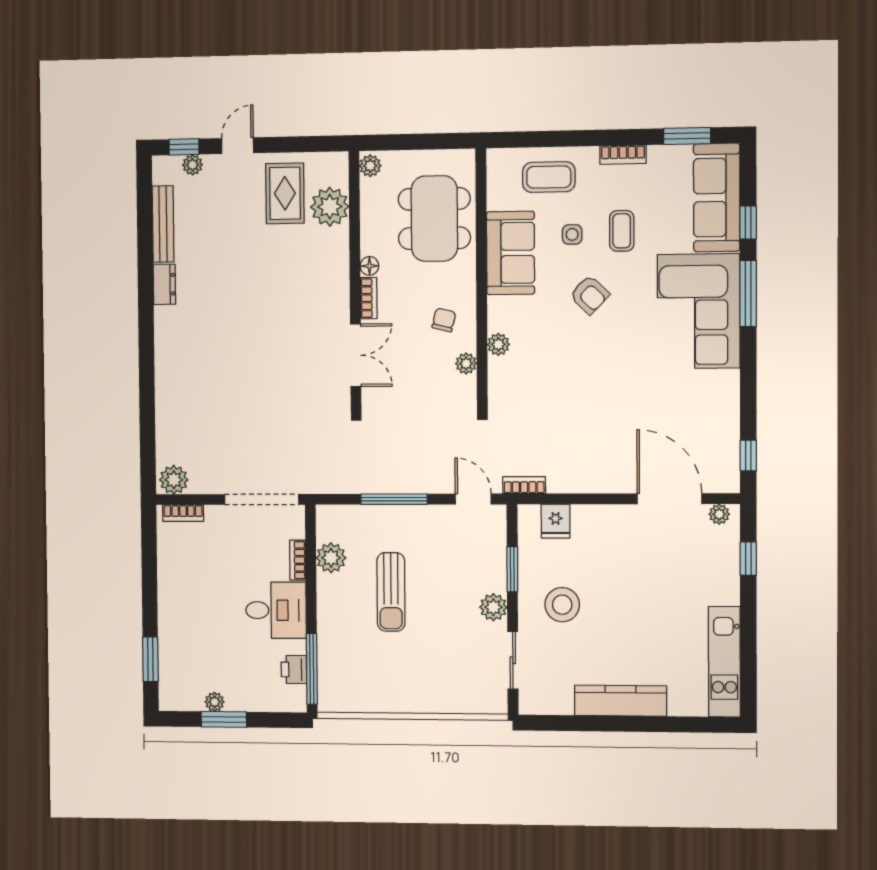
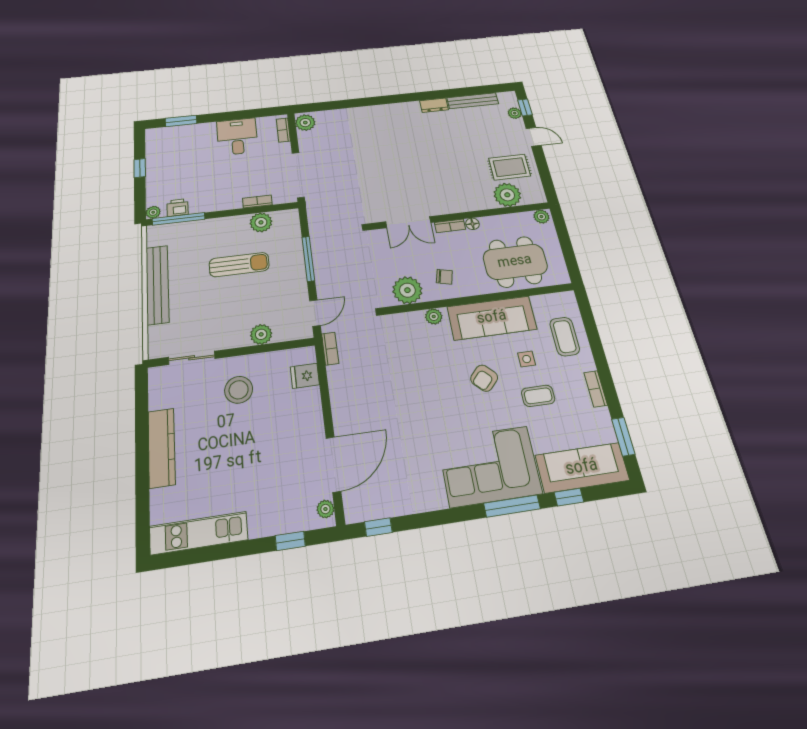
sofa: (511, 253) -> (492, 318), width x1.36
plant: (466, 364) -> (407, 290), width x1.87, depth x1.87
window: (512, 569) -> (264, 348), removed
sun lounger: (391, 592) -> (239, 265), turned 180
plant: (493, 607) -> (261, 334), moved
desk: (276, 610) -> (237, 137), moved, turned 180
bench: (406, 700) -> (157, 284), added
plant: (215, 702) -> (153, 212), moved
window: (224, 719) -> (140, 168), width x0.67

